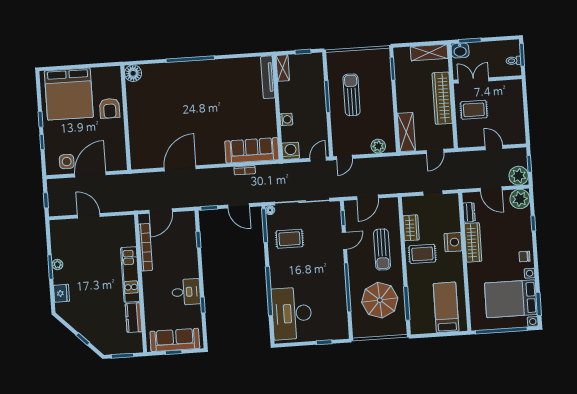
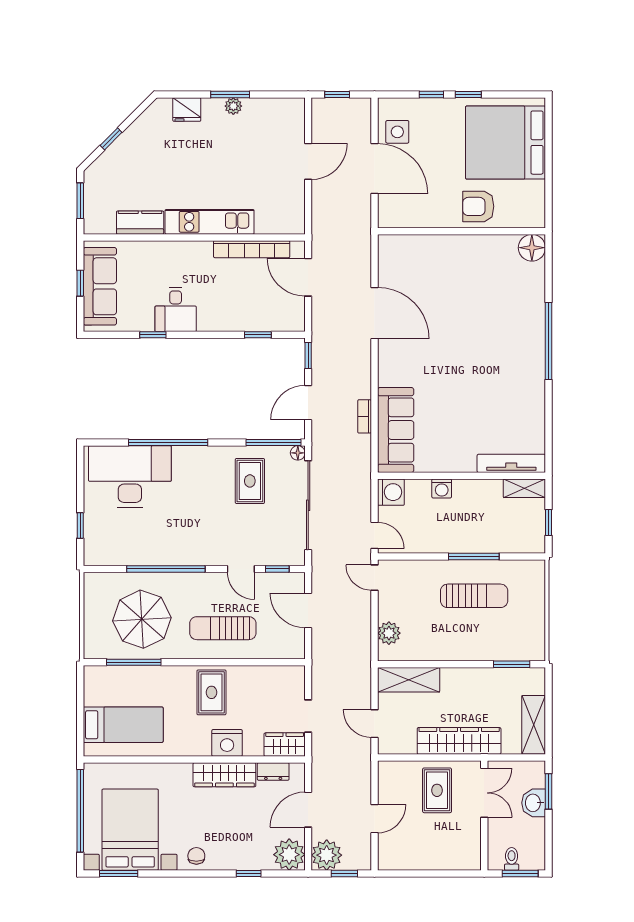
washbasin: (460, 51) -> (534, 803), moved
wardrobe: (411, 228) -> (285, 745), moved, turned 180

